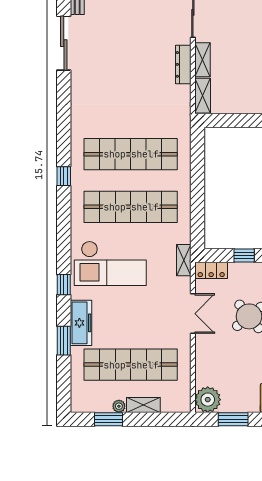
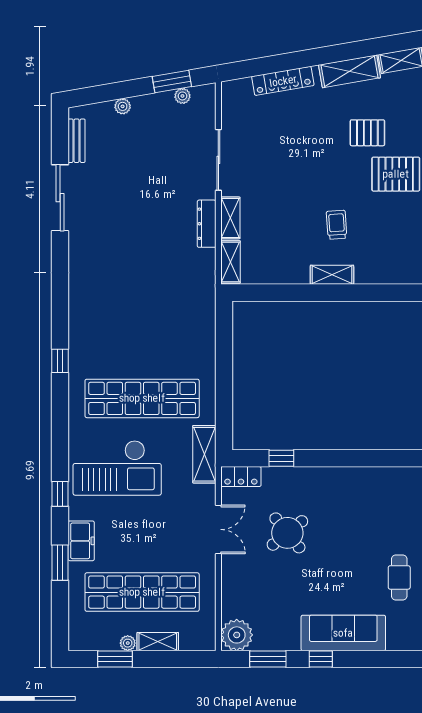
shop shelf: (131, 154) -> (142, 334), removed
shelving: (184, 260) -> (204, 454), width x1.50, depth x1.33
freezer: (81, 323) -> (81, 541), width x0.71

